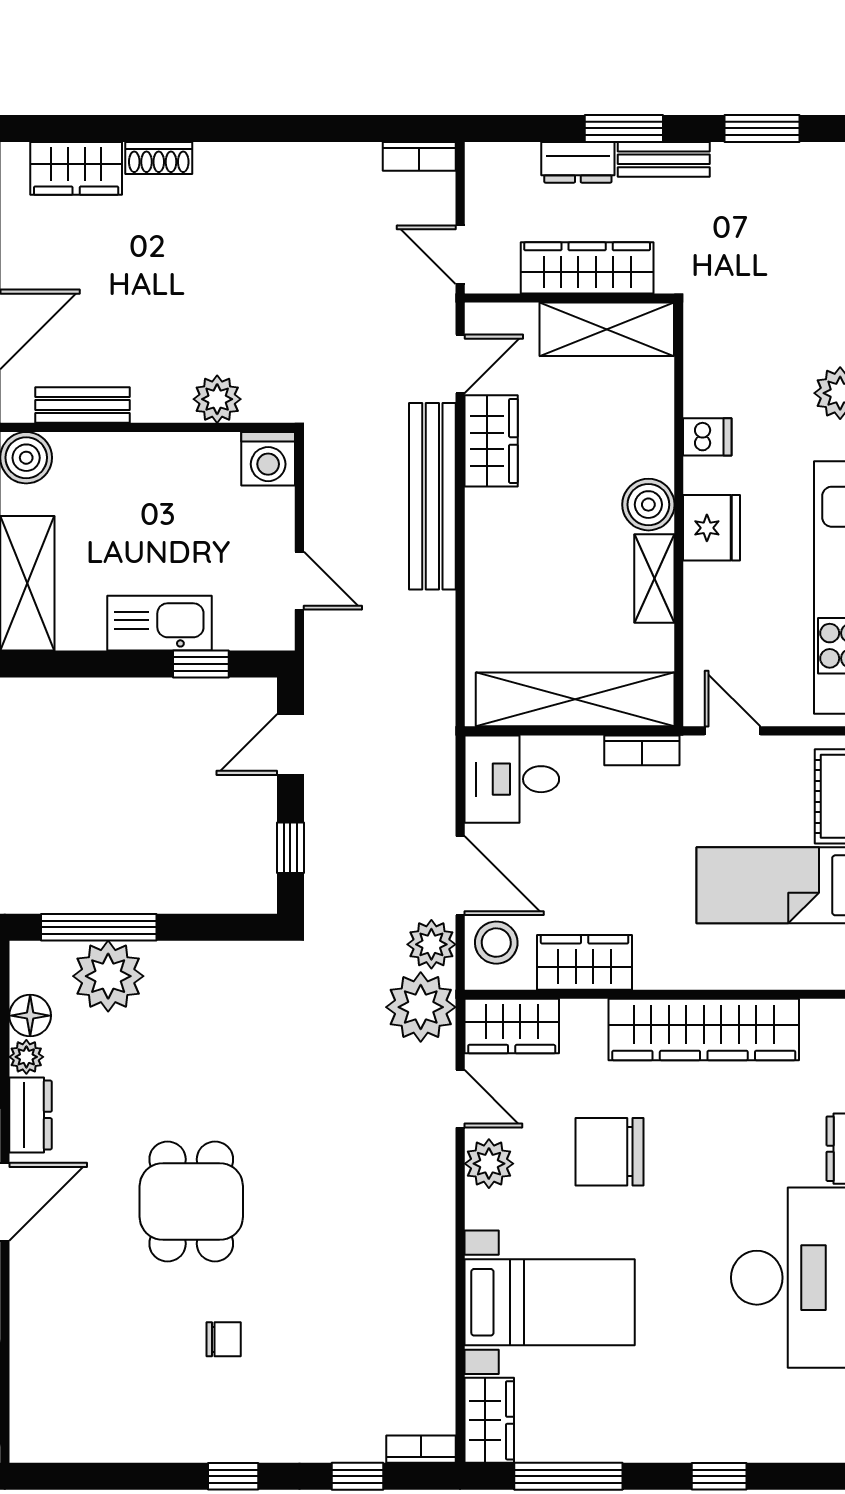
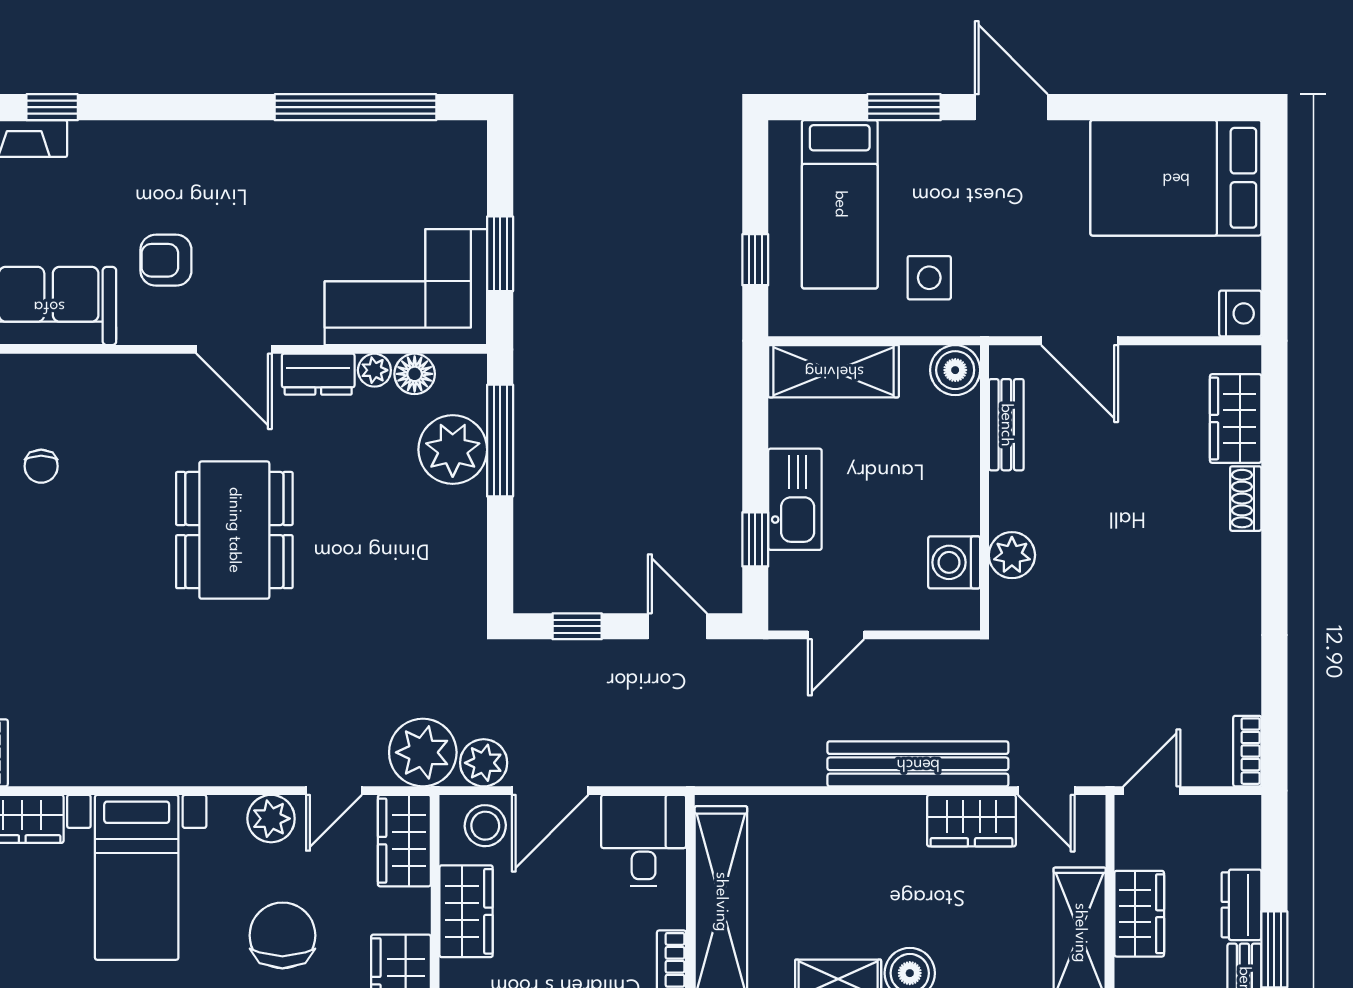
wardrobe: (587, 268) -> (1139, 914), width x0.67
washing machine: (268, 459) -> (954, 562), moved
dining table: (191, 1202) -> (234, 530), width x1.38
chair: (224, 1339) -> (41, 466), moved

